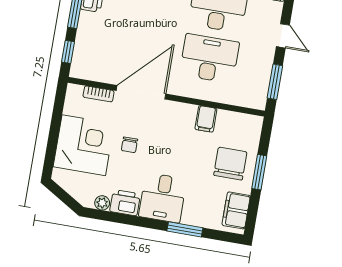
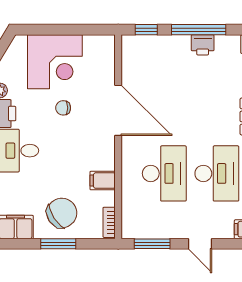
door: (283, 36) -> (200, 244), hinge flipped
bookcase: (99, 94) -> (109, 222), moved
chair: (230, 164) -> (62, 213), turned -33

